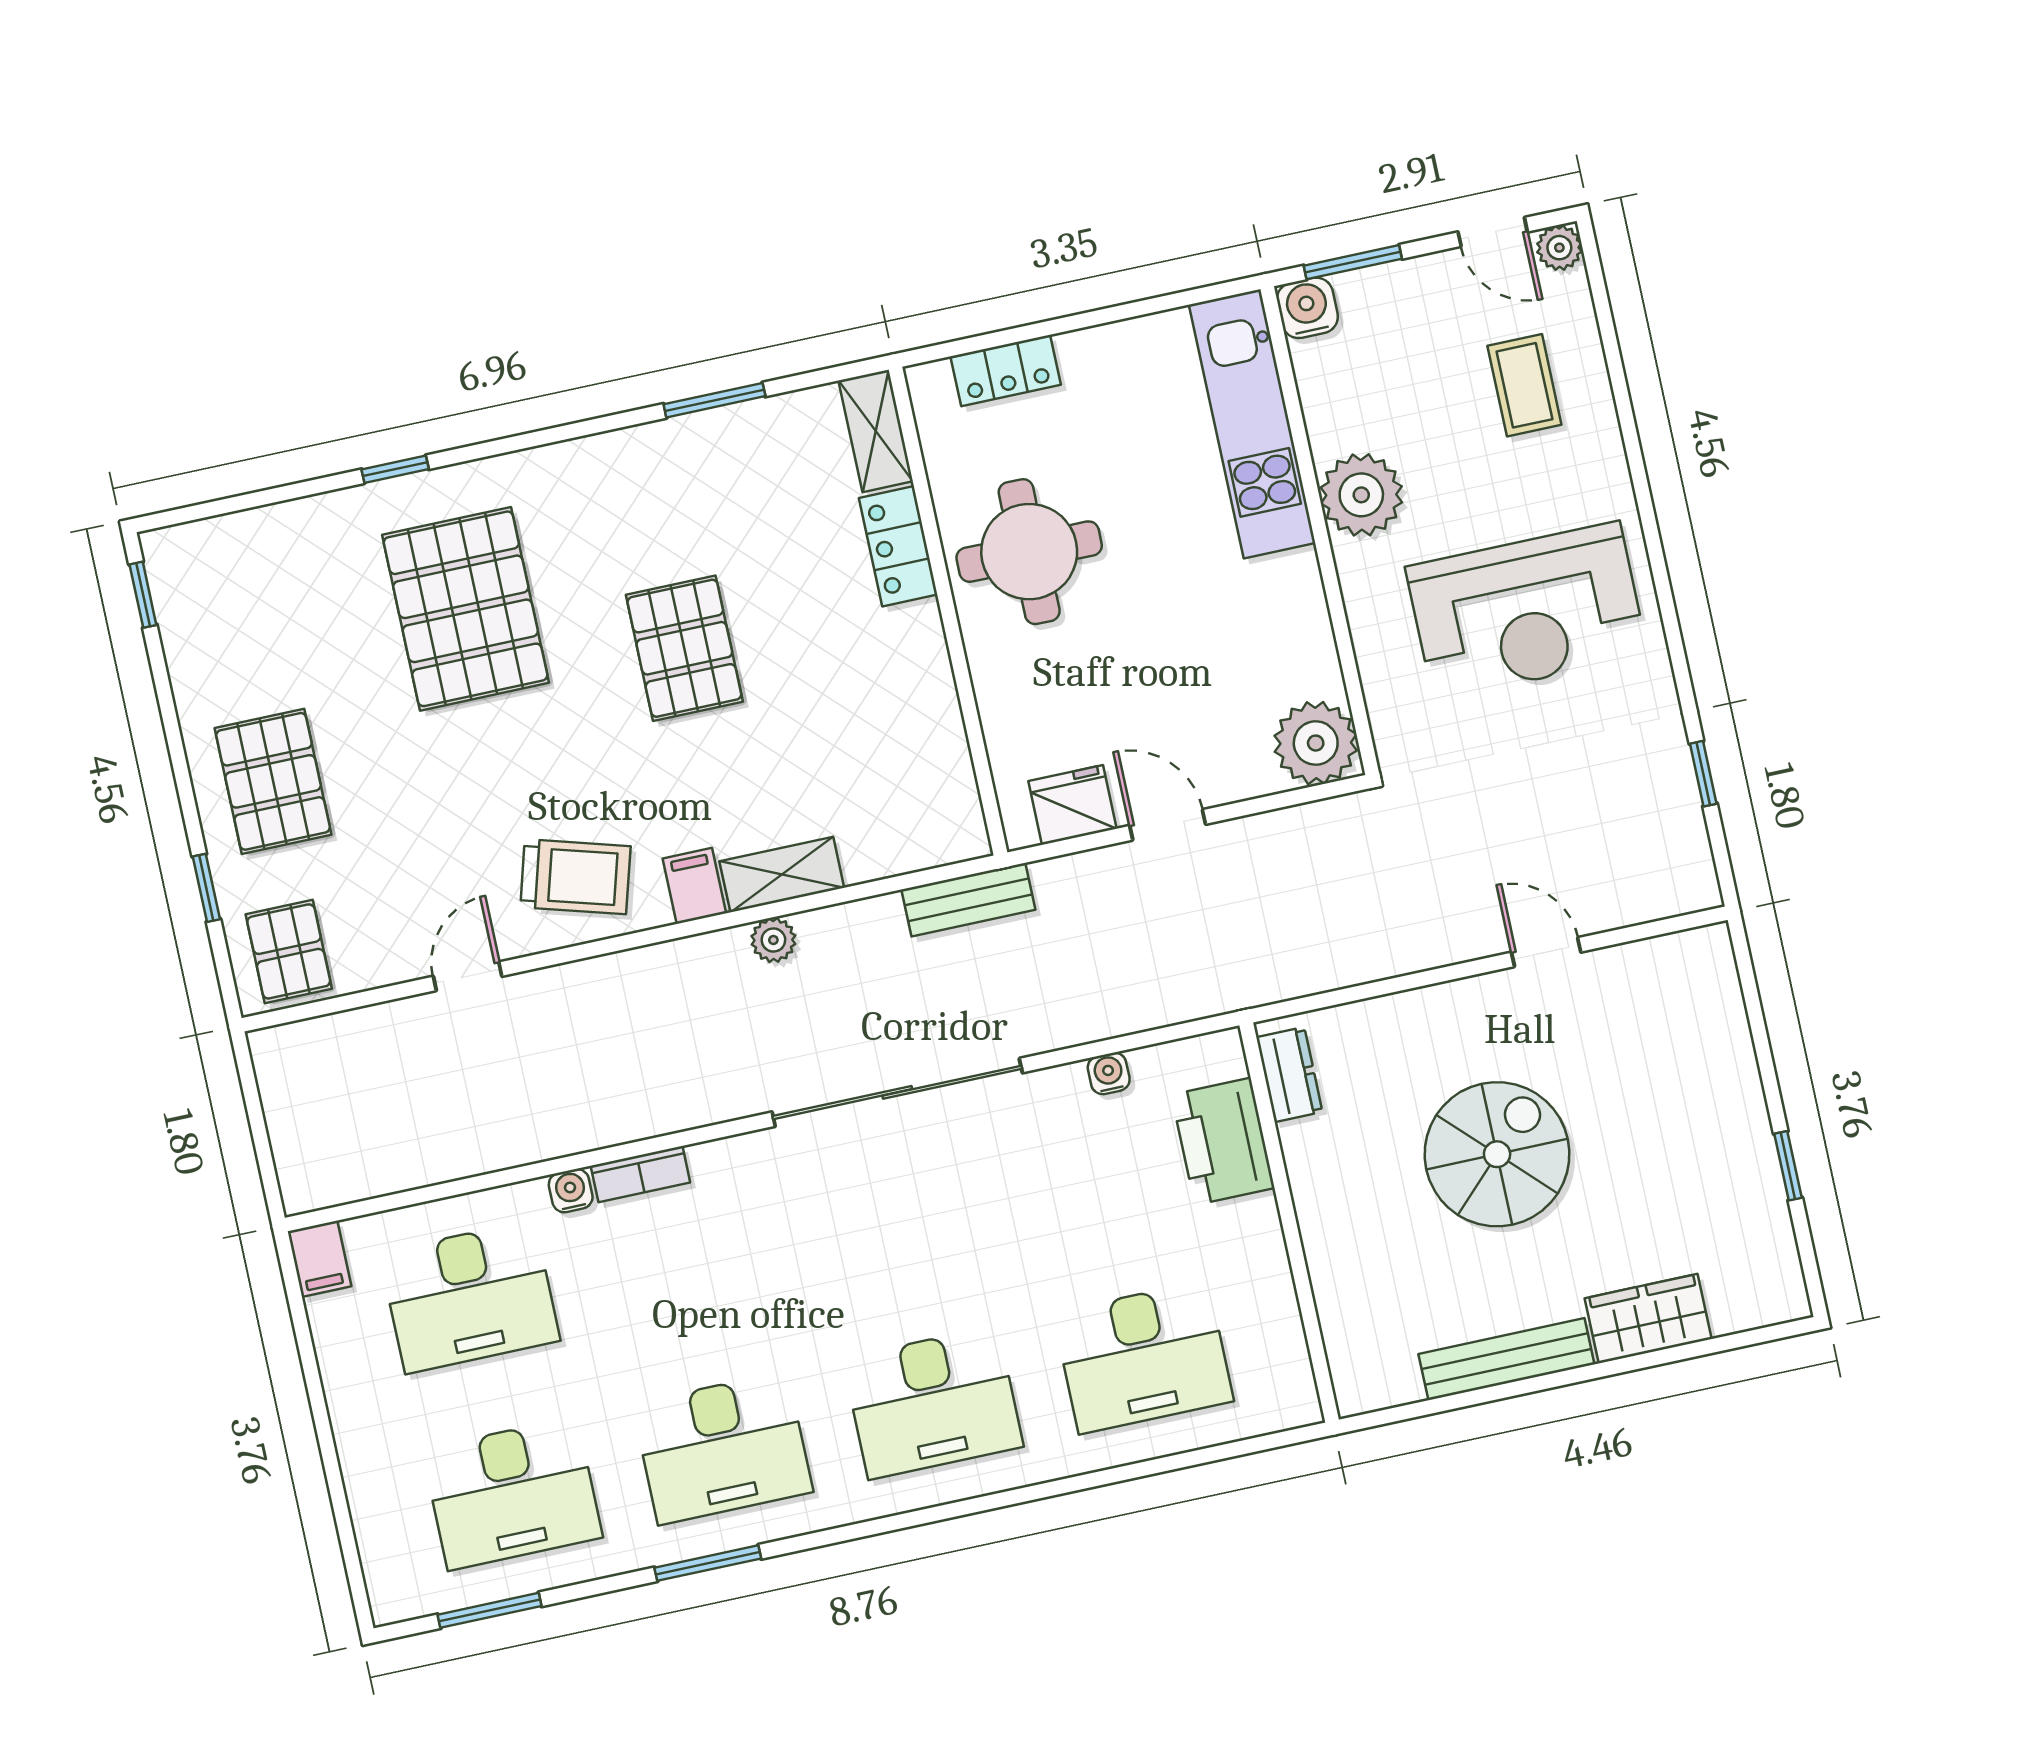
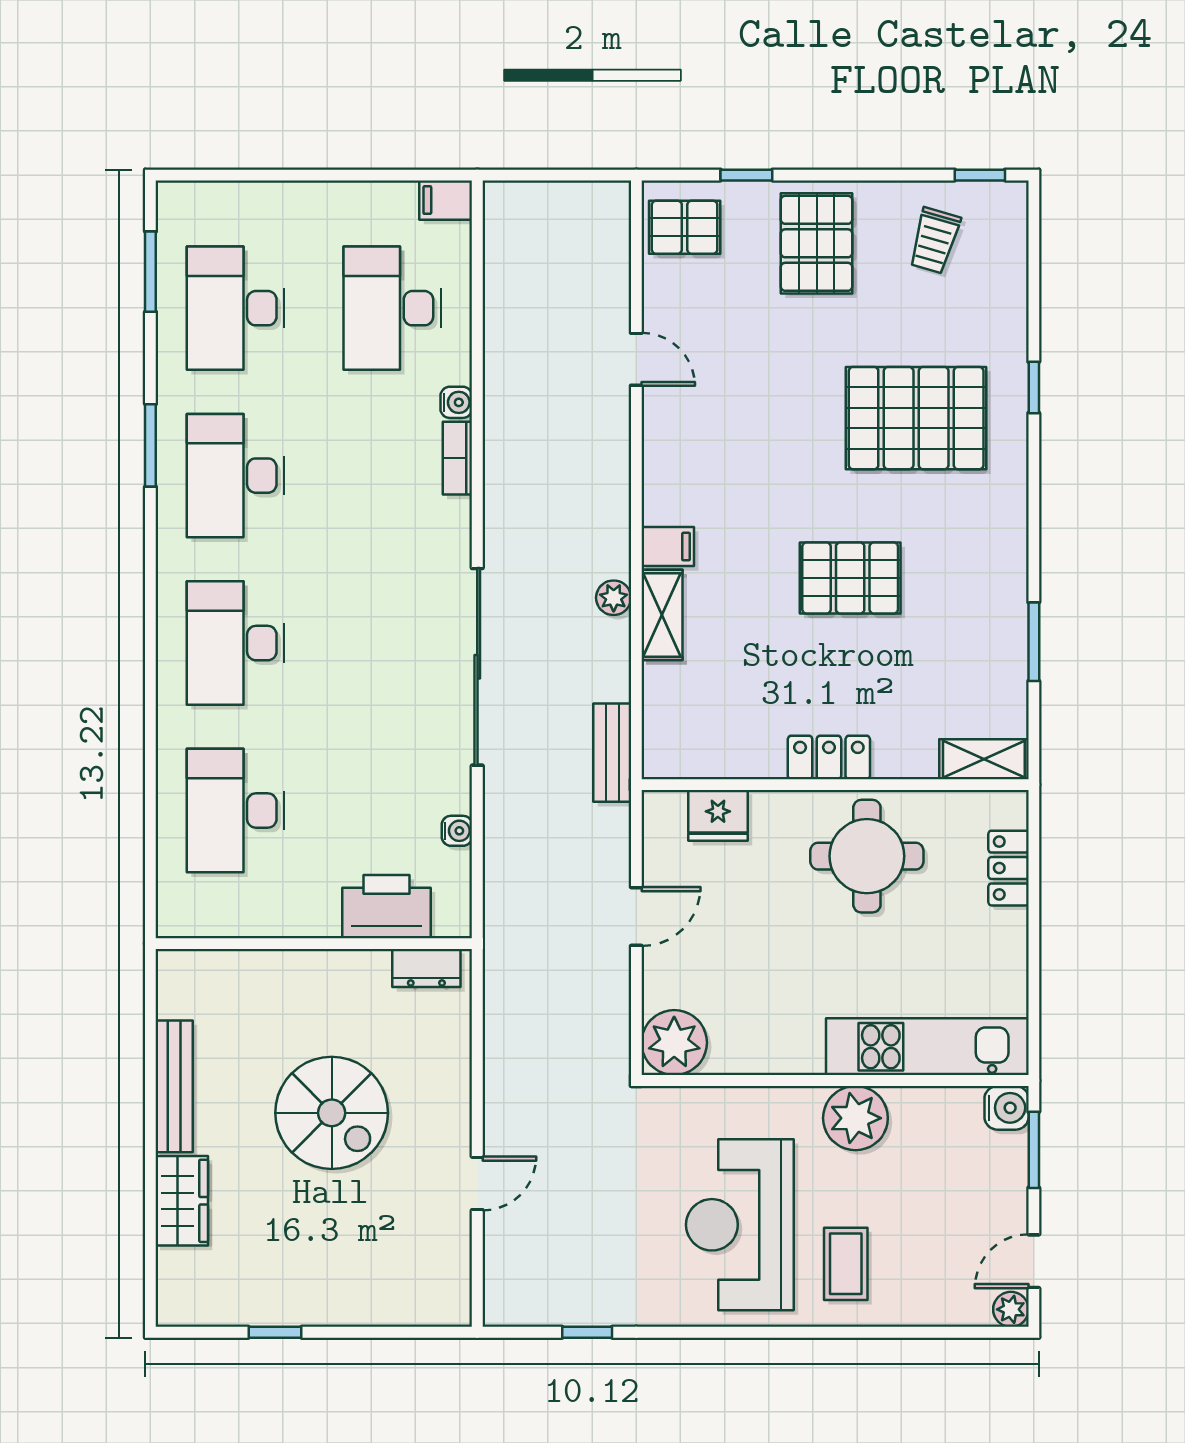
coffee table: (1524, 385) -> (846, 1264), moved, turned 90
locker: (898, 546) -> (829, 757), moved
pallet: (273, 781) -> (817, 243), turned 90
fridge: (1073, 805) -> (718, 815), moved, turned 90
trolley: (575, 877) -> (934, 241), moved, width x0.73, depth x0.72

